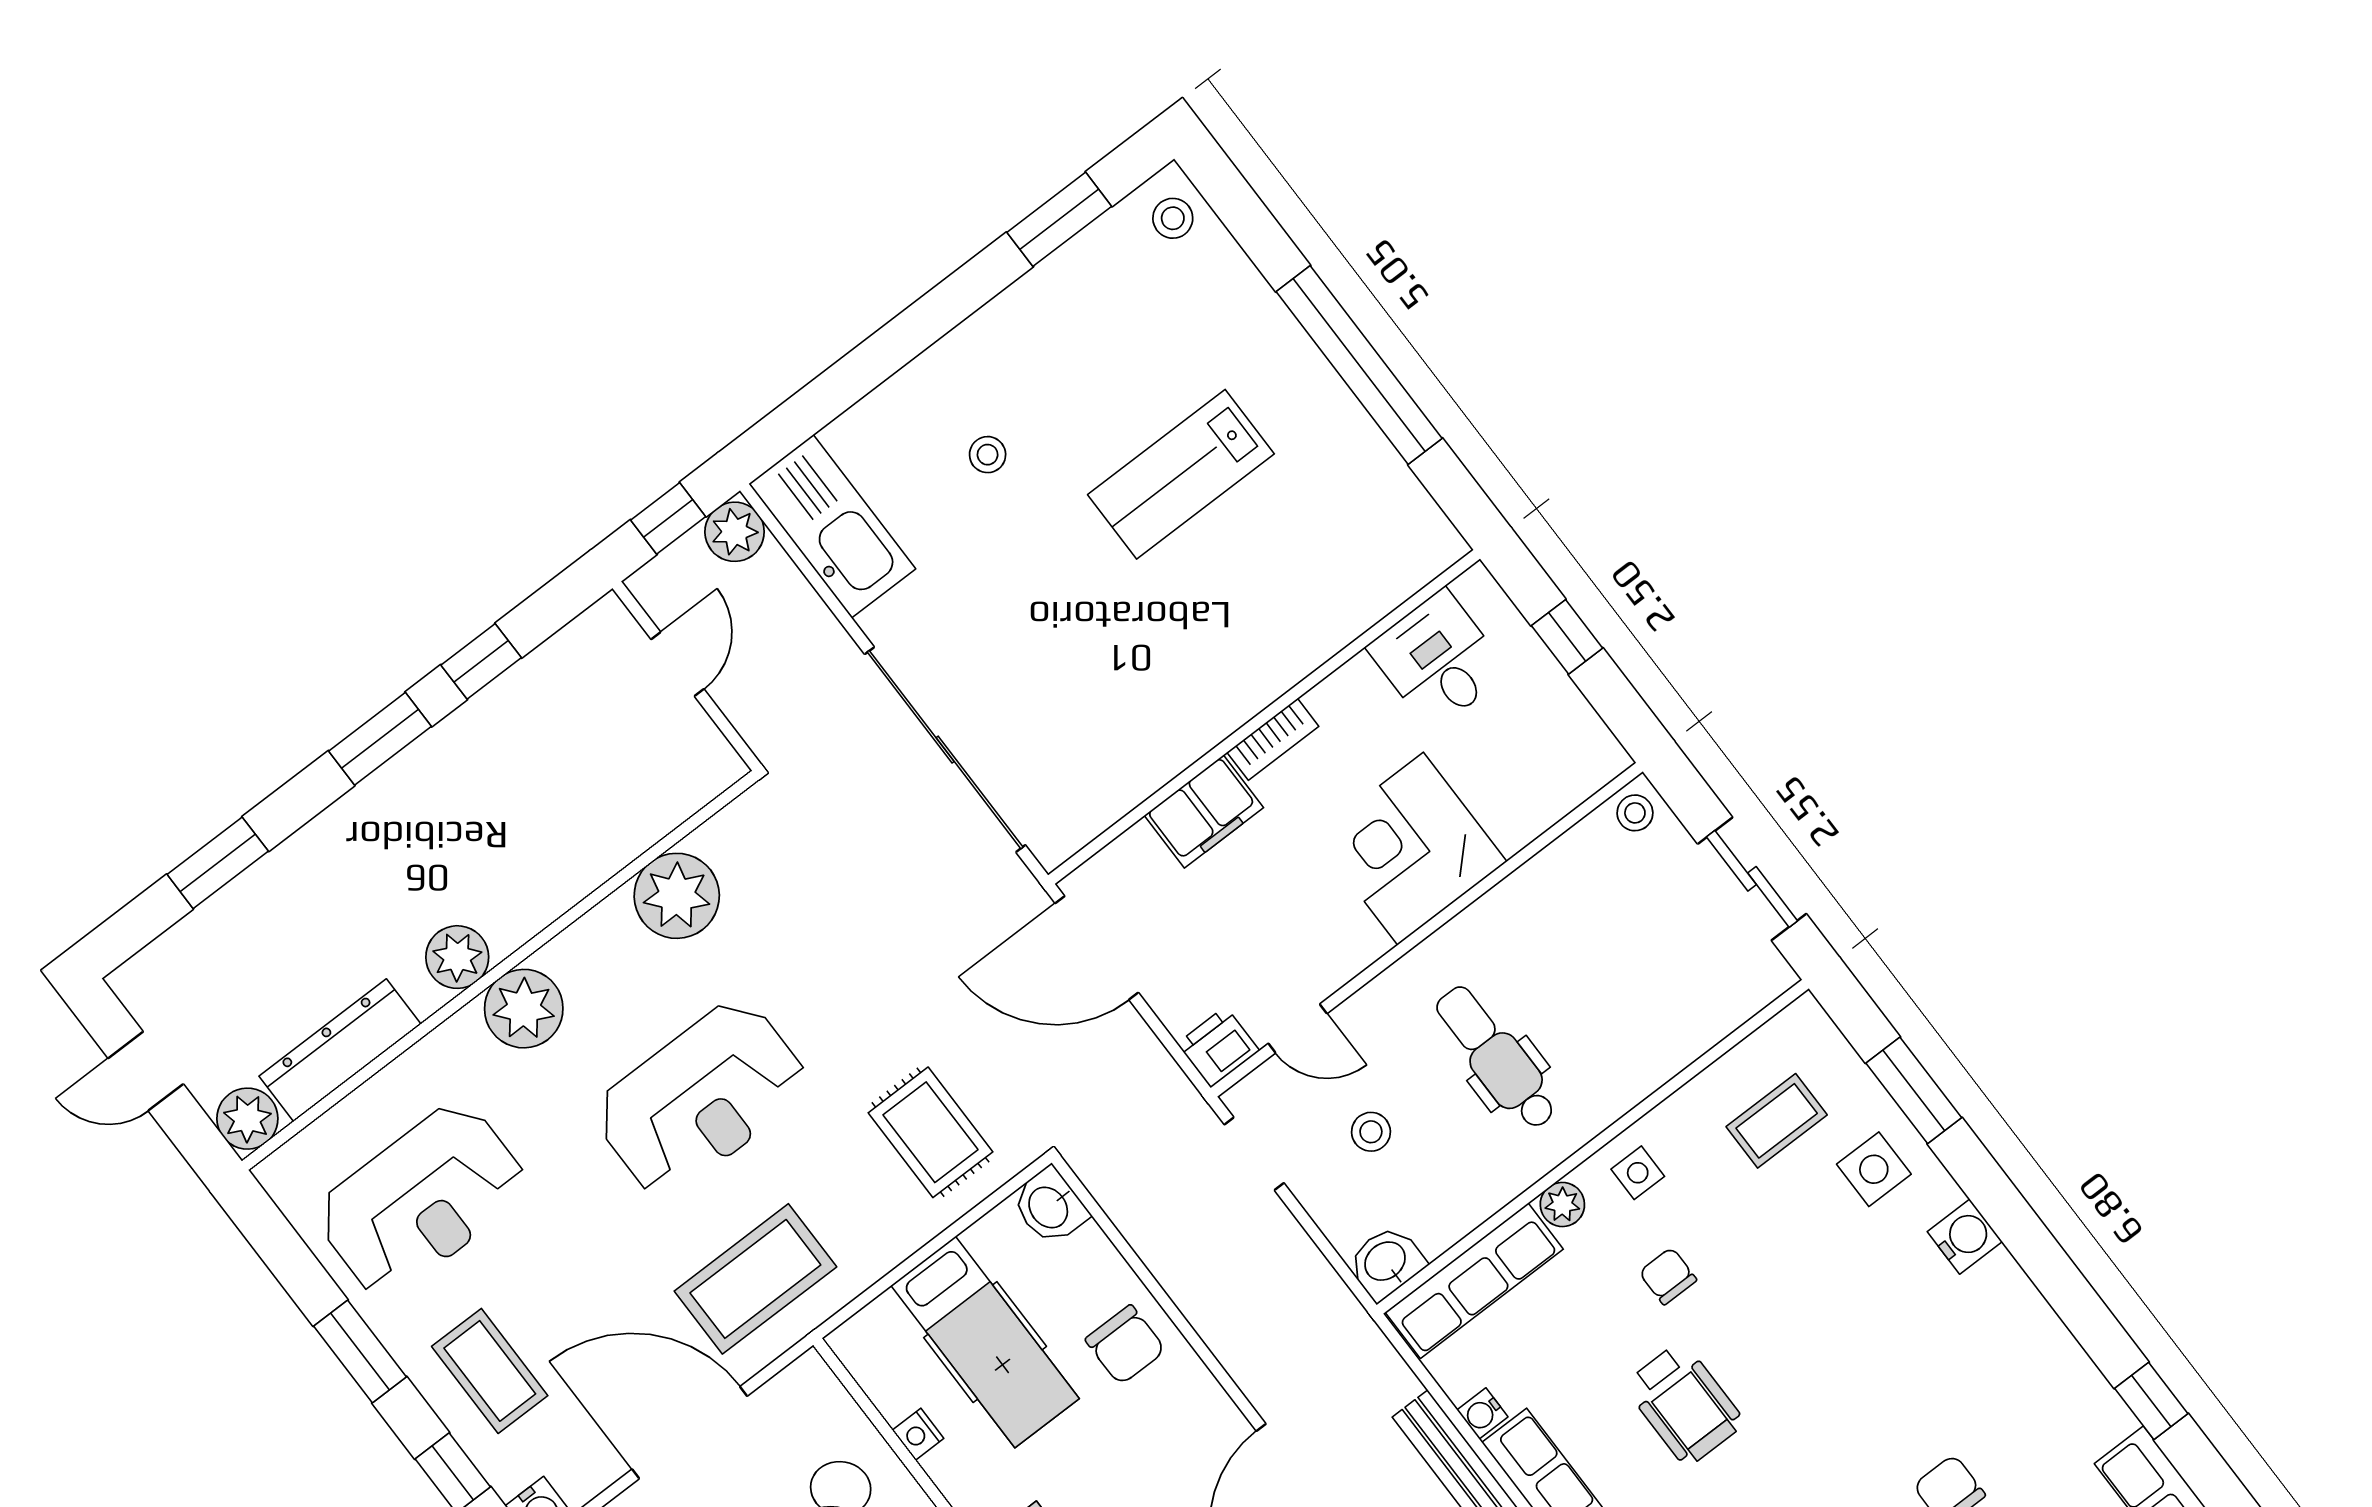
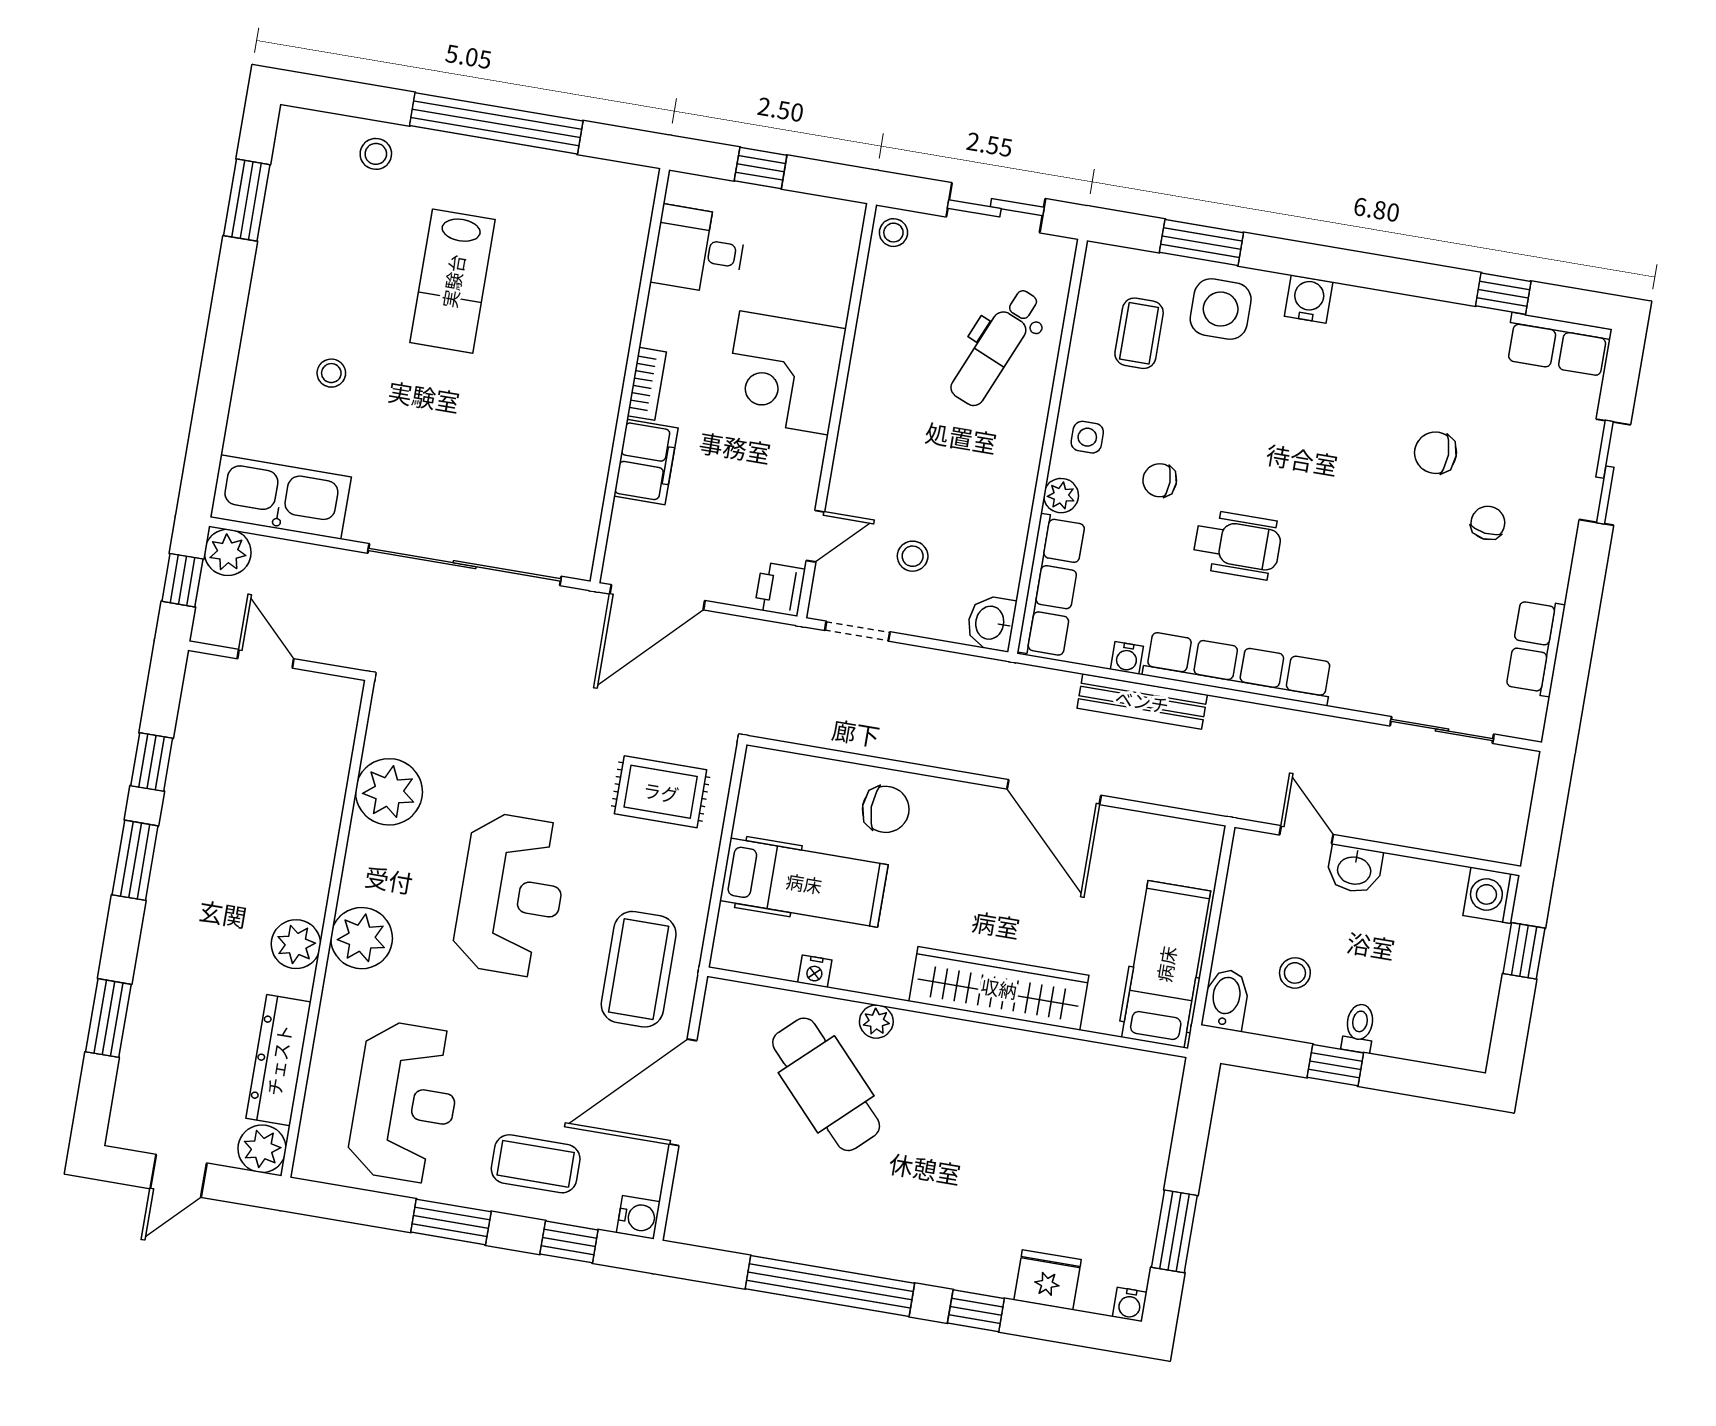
stool: (1173, 218) -> (376, 154), moved
dental chair: (1496, 1058) -> (996, 347), moved, turned -67
side table: (1874, 1169) -> (1221, 309), width x1.37, depth x1.37
washbasin: (1050, 1206) -> (768, 771), removed

